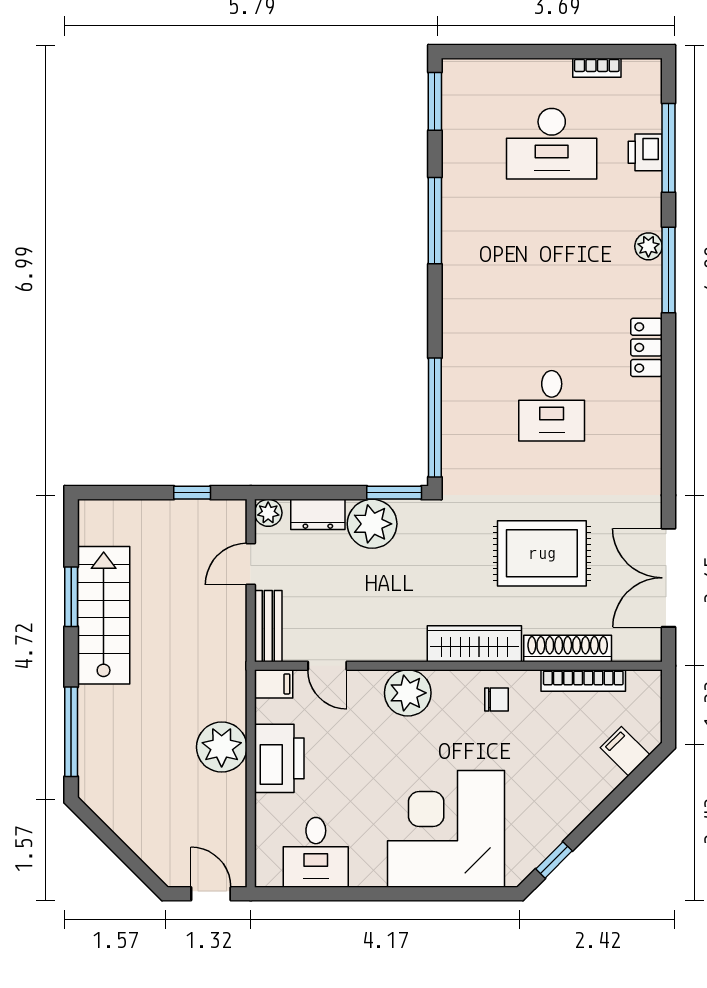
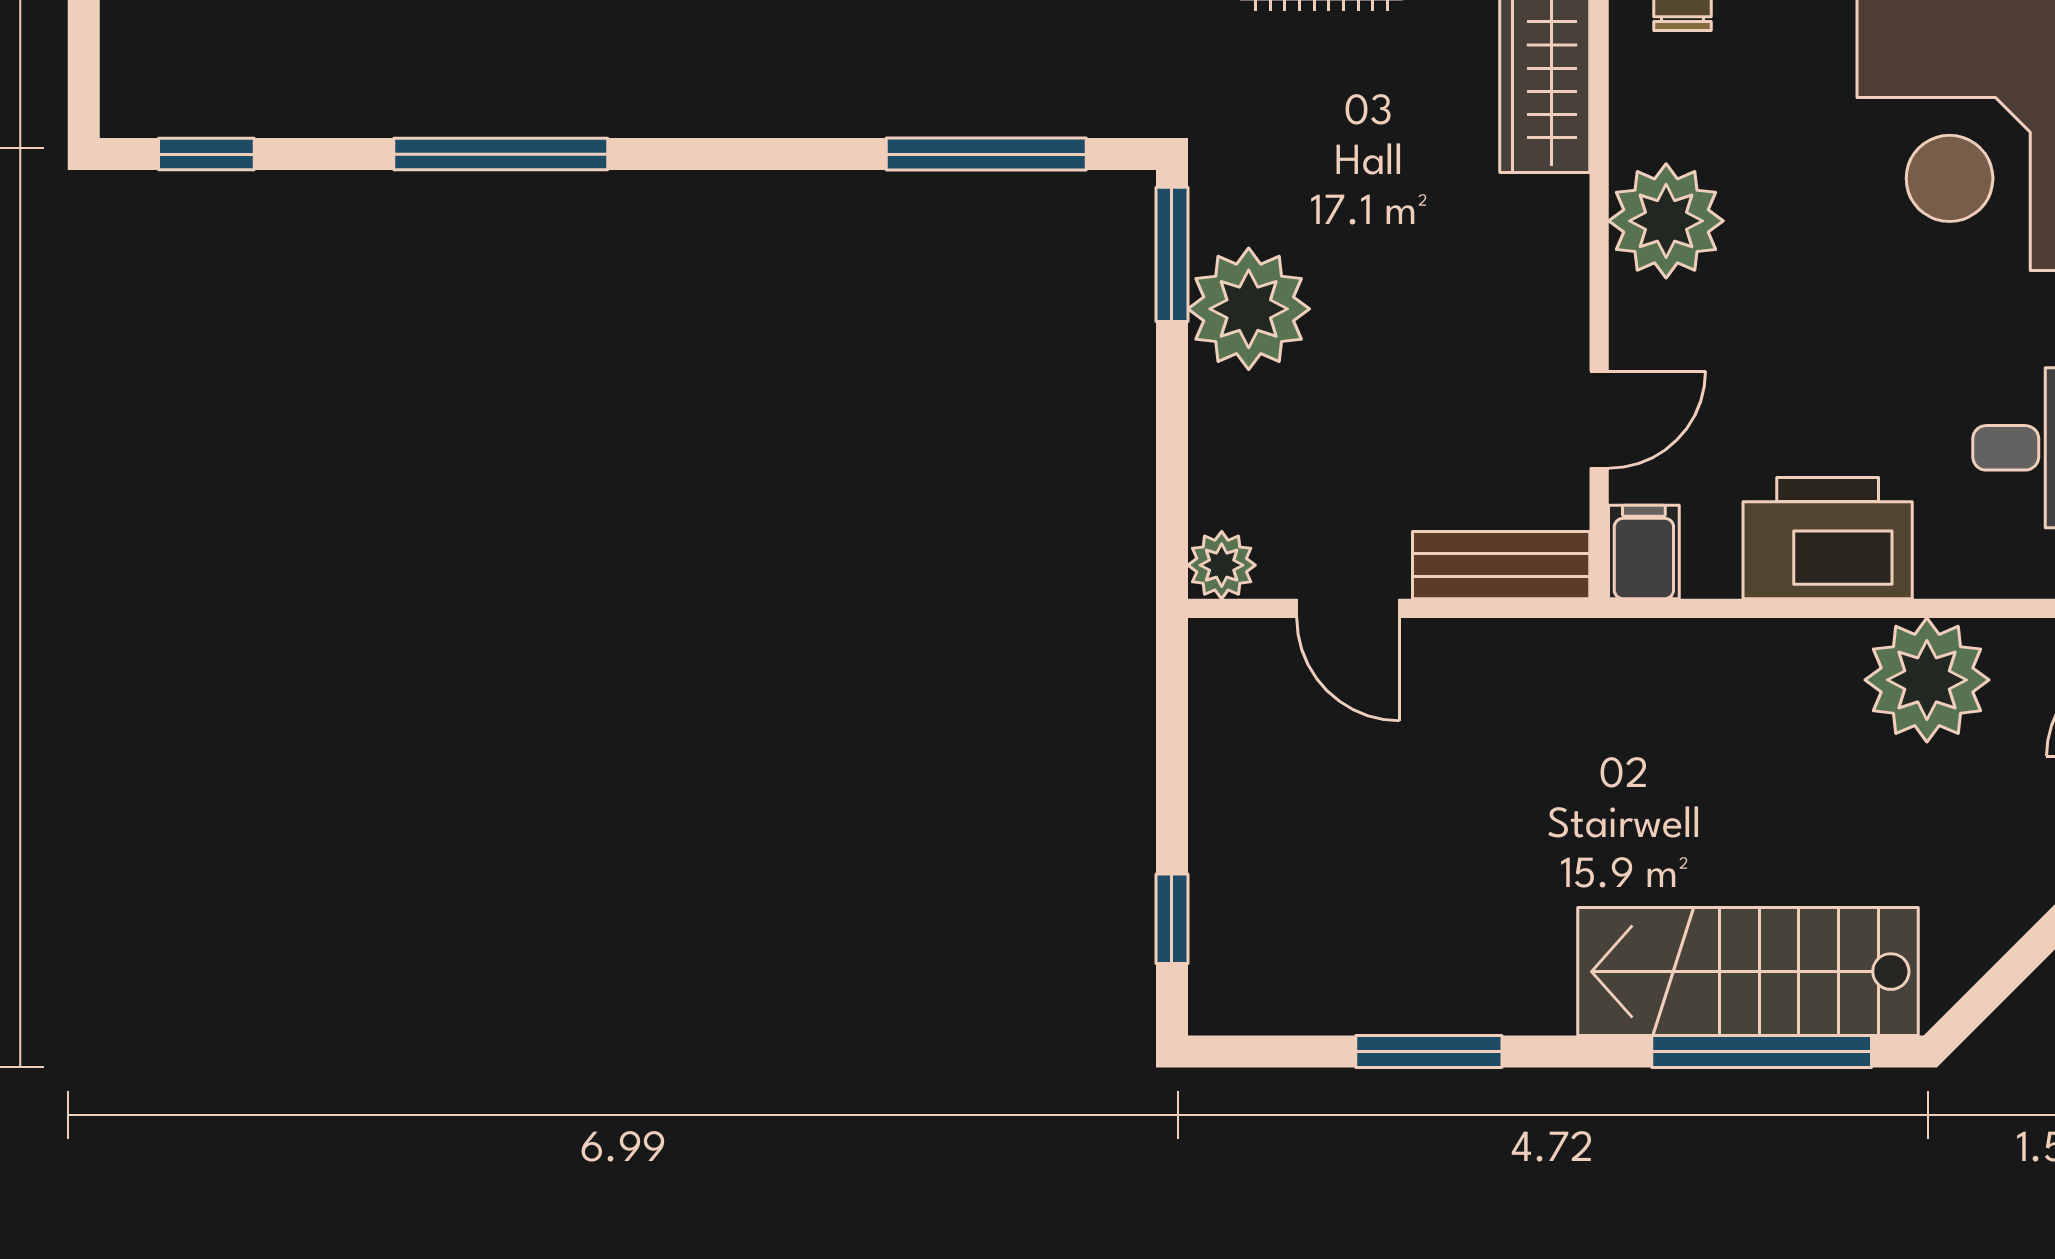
window: (435, 101) -> (206, 154), width x0.67
window: (435, 417) -> (986, 154), width x0.68
window: (192, 493) -> (1172, 919), moved
dresser: (318, 514) -> (1225, 443), removed
stairs: (104, 615) -> (1748, 972), moved
plant: (222, 747) -> (1927, 680), moved

